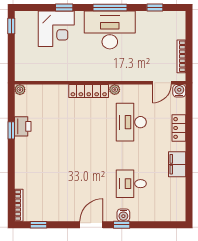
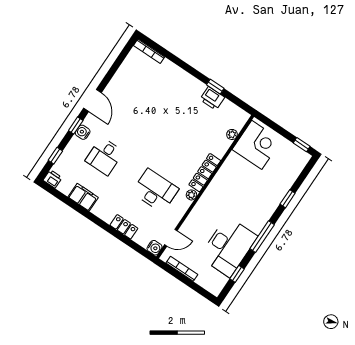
corner desk: (56, 29) -> (257, 145), moved, turned 180
desk: (110, 30) -> (228, 247), moved
door: (162, 83) -> (171, 238), swing flipped
plant: (20, 90) -> (232, 134), moved
filing cabinet: (177, 164) -> (83, 197), moved
desk: (131, 184) -> (104, 156), turned 180
printer: (179, 214) -> (53, 179), added
window: (38, 225) -> (55, 156), moved

